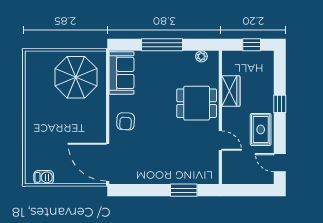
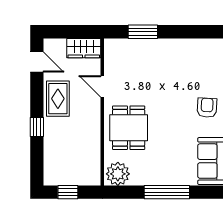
plant: (201, 56) -> (118, 174), width x1.87, depth x1.87
wardrobe: (231, 91) -> (84, 48), moved, turned -90
dining table: (197, 103) -> (129, 128), turned 90

